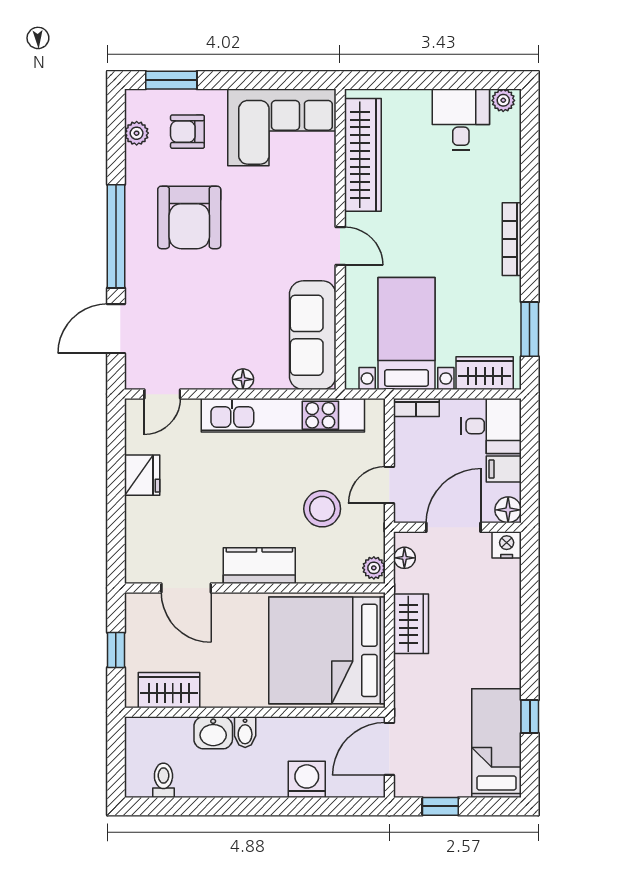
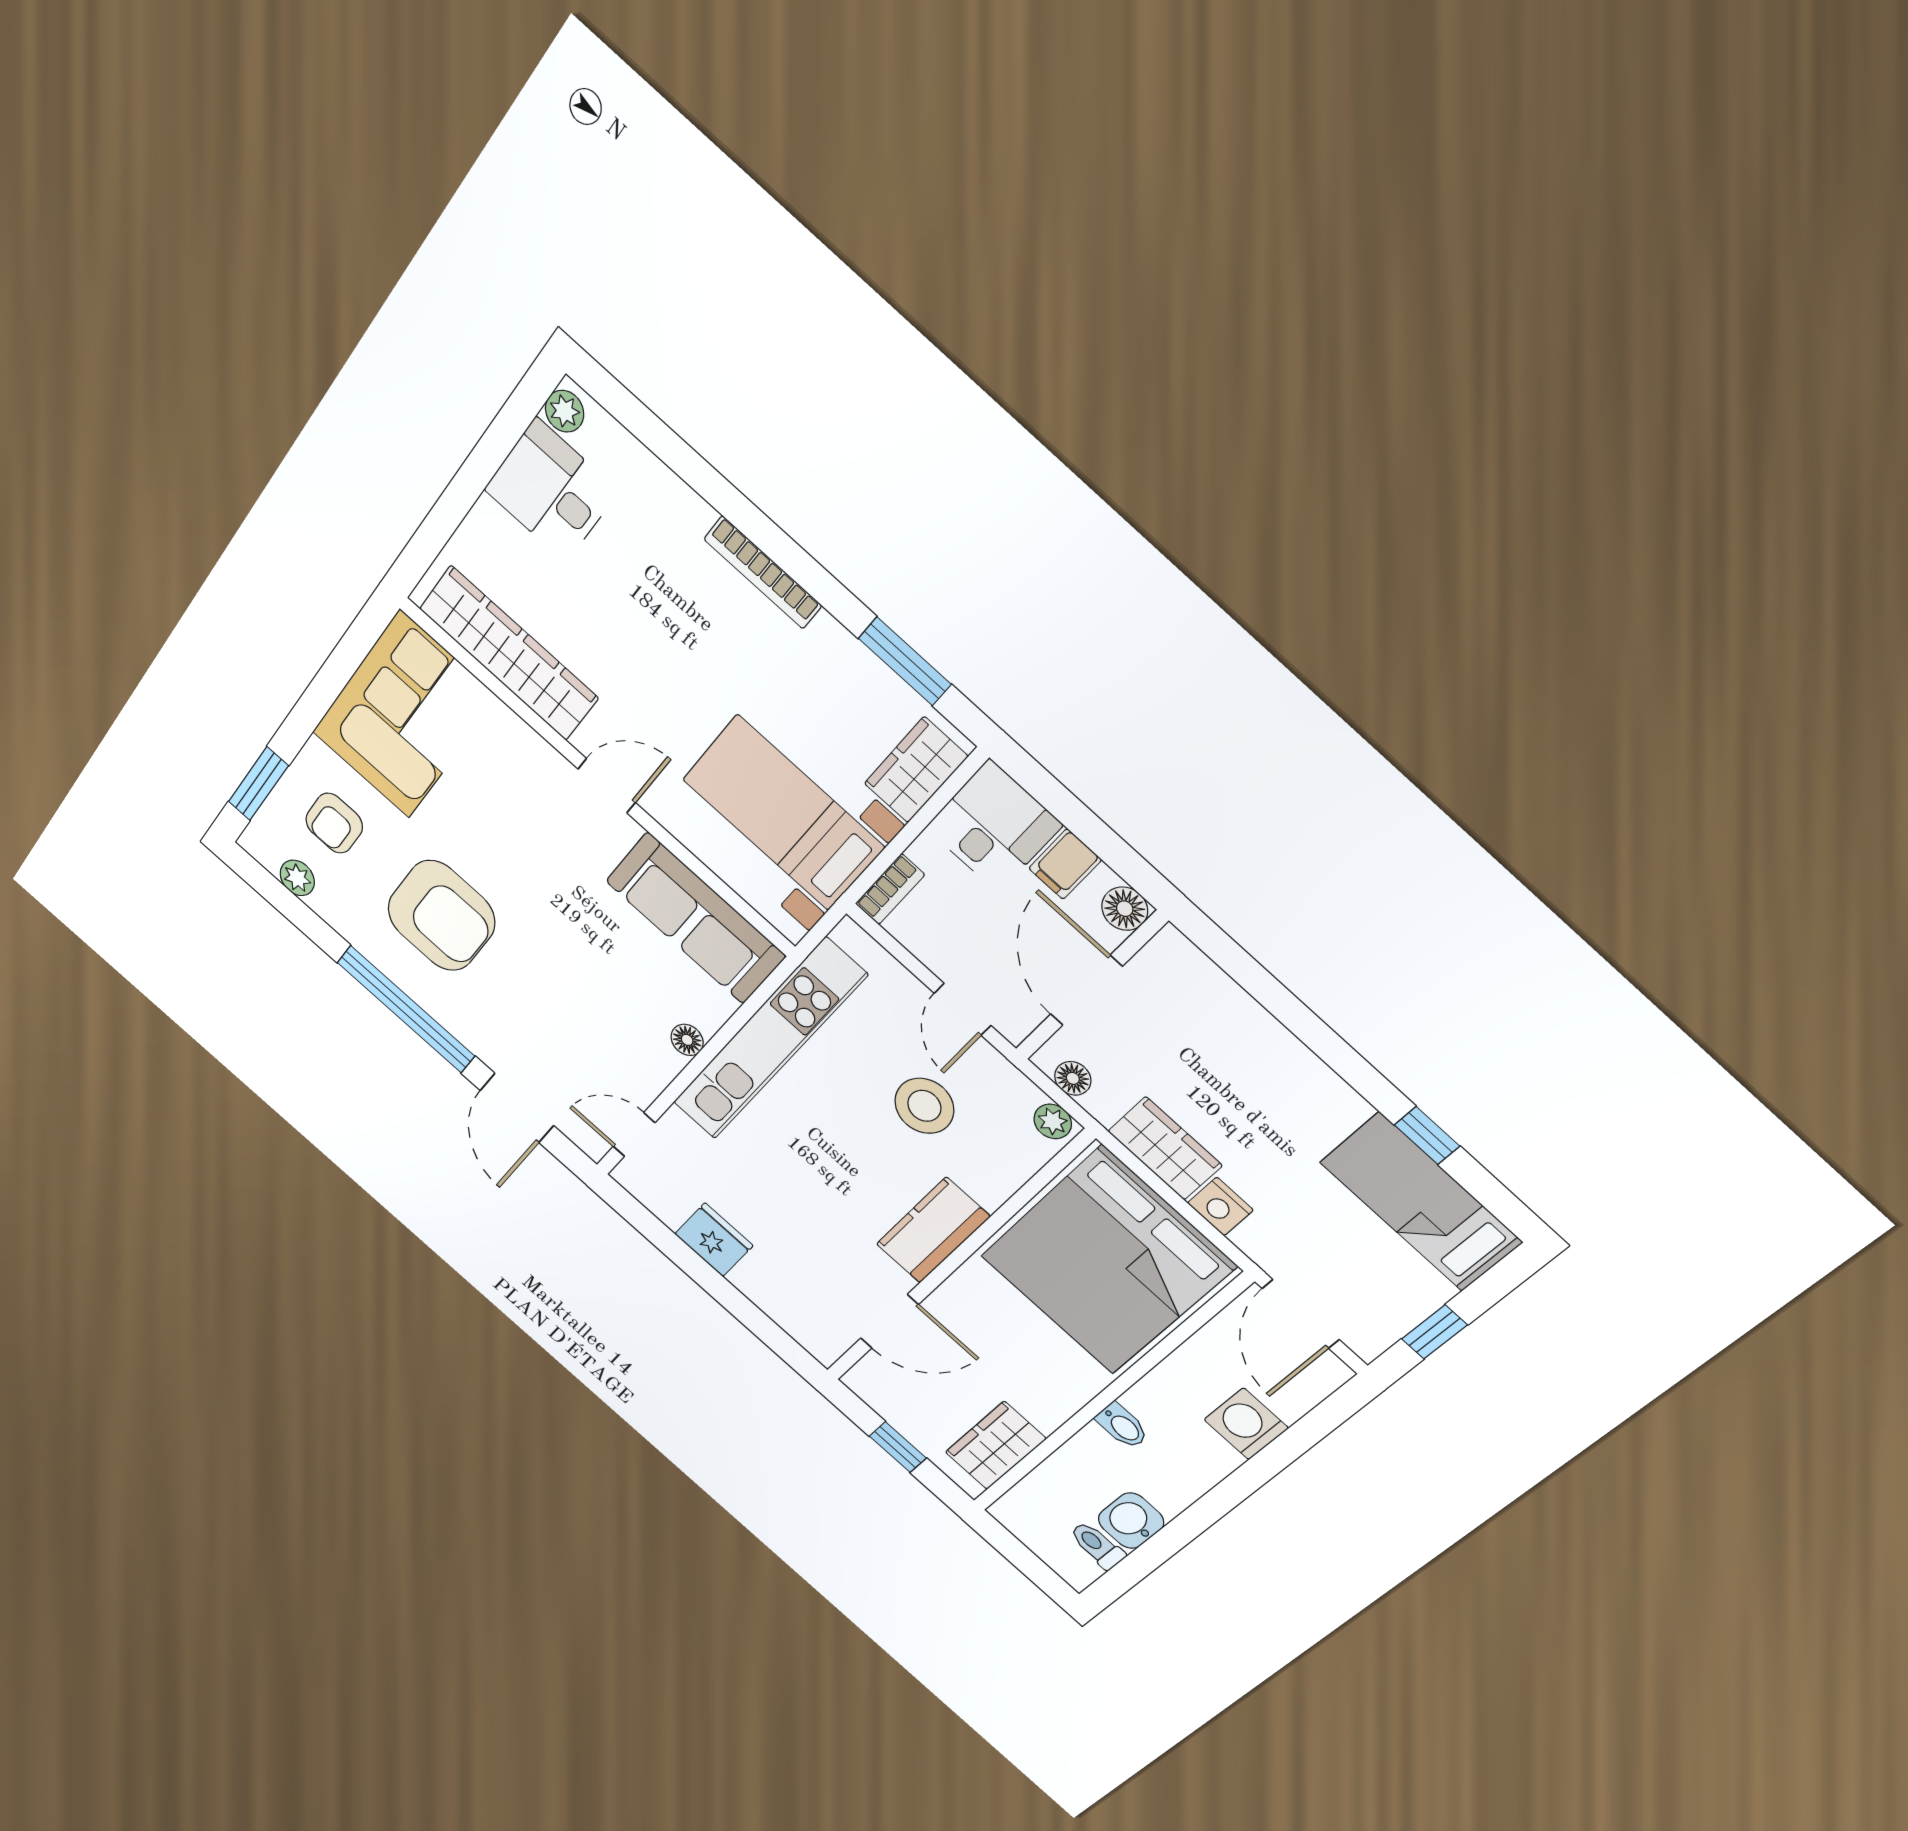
door: (162, 394) -> (634, 1135), swing flipped
nightstand: (507, 545) -> (1220, 1206), moved, turned -90
washbasin: (213, 733) -> (1131, 1521), moved, turned 180

